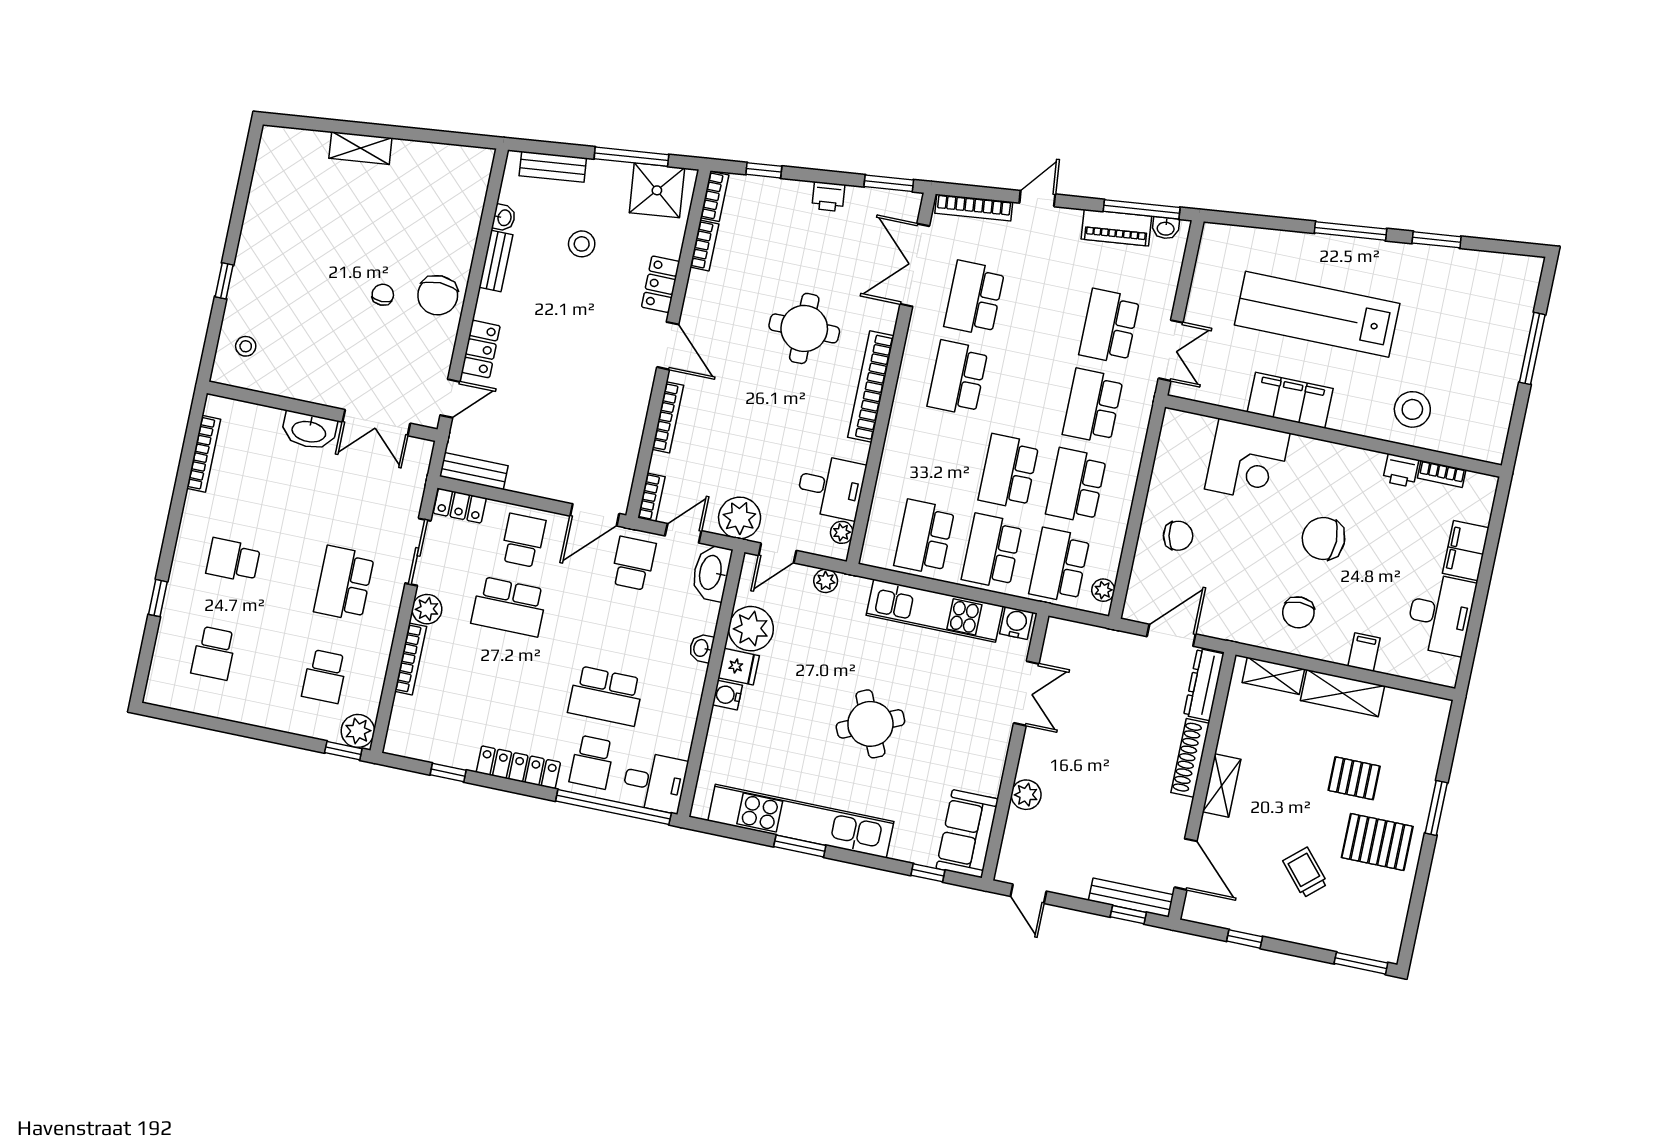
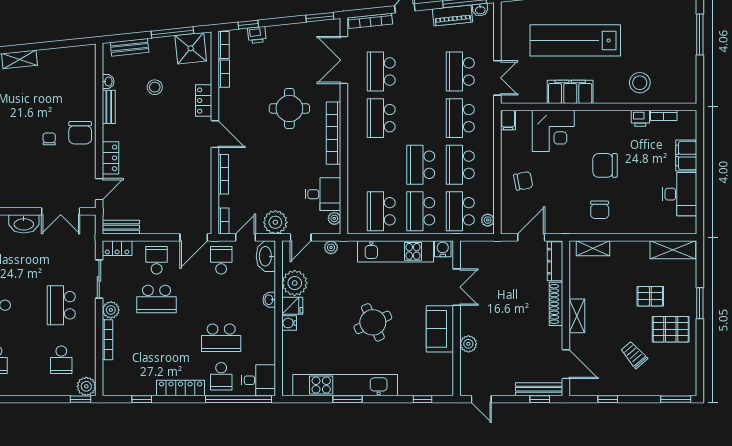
printer: (828, 197) -> (257, 35), moved
filing cabinet: (1364, 652) -> (508, 120), moved, turned 180
shelving: (1343, 693) -> (673, 250), moved
sofa: (967, 834) -> (440, 329), moved

